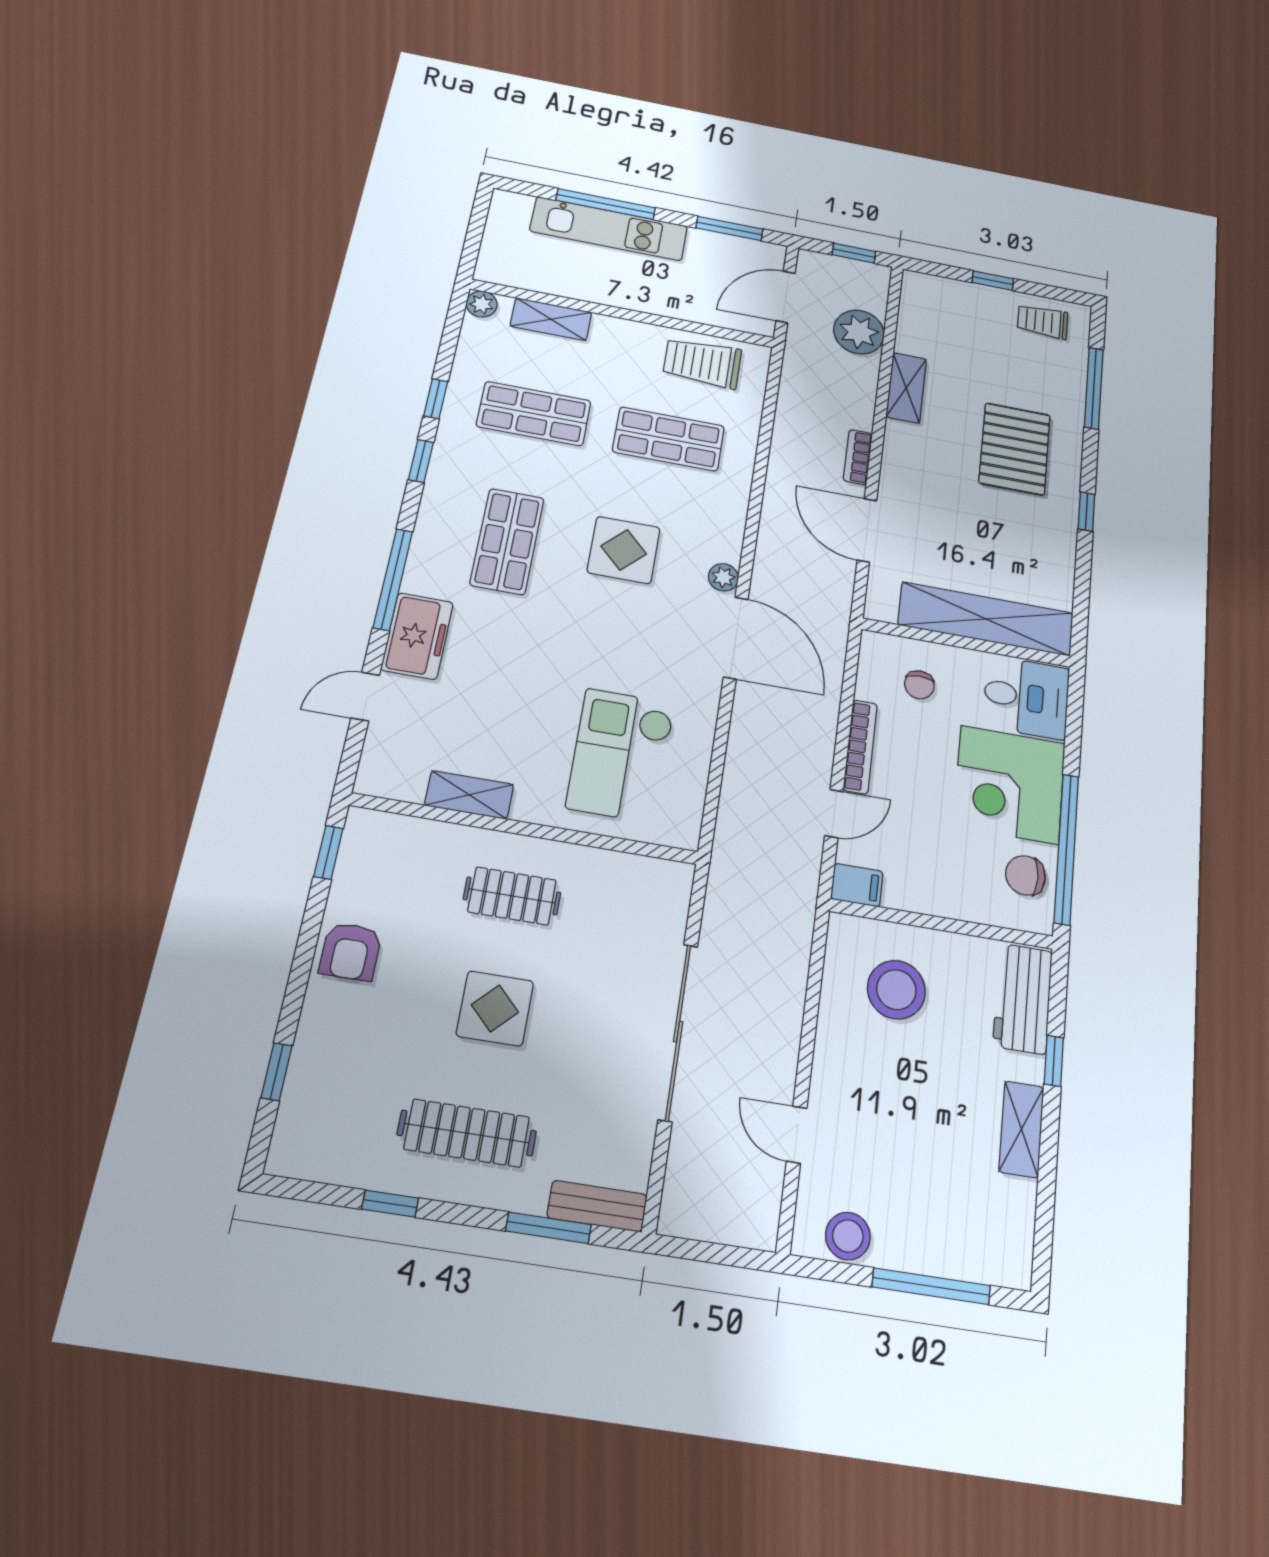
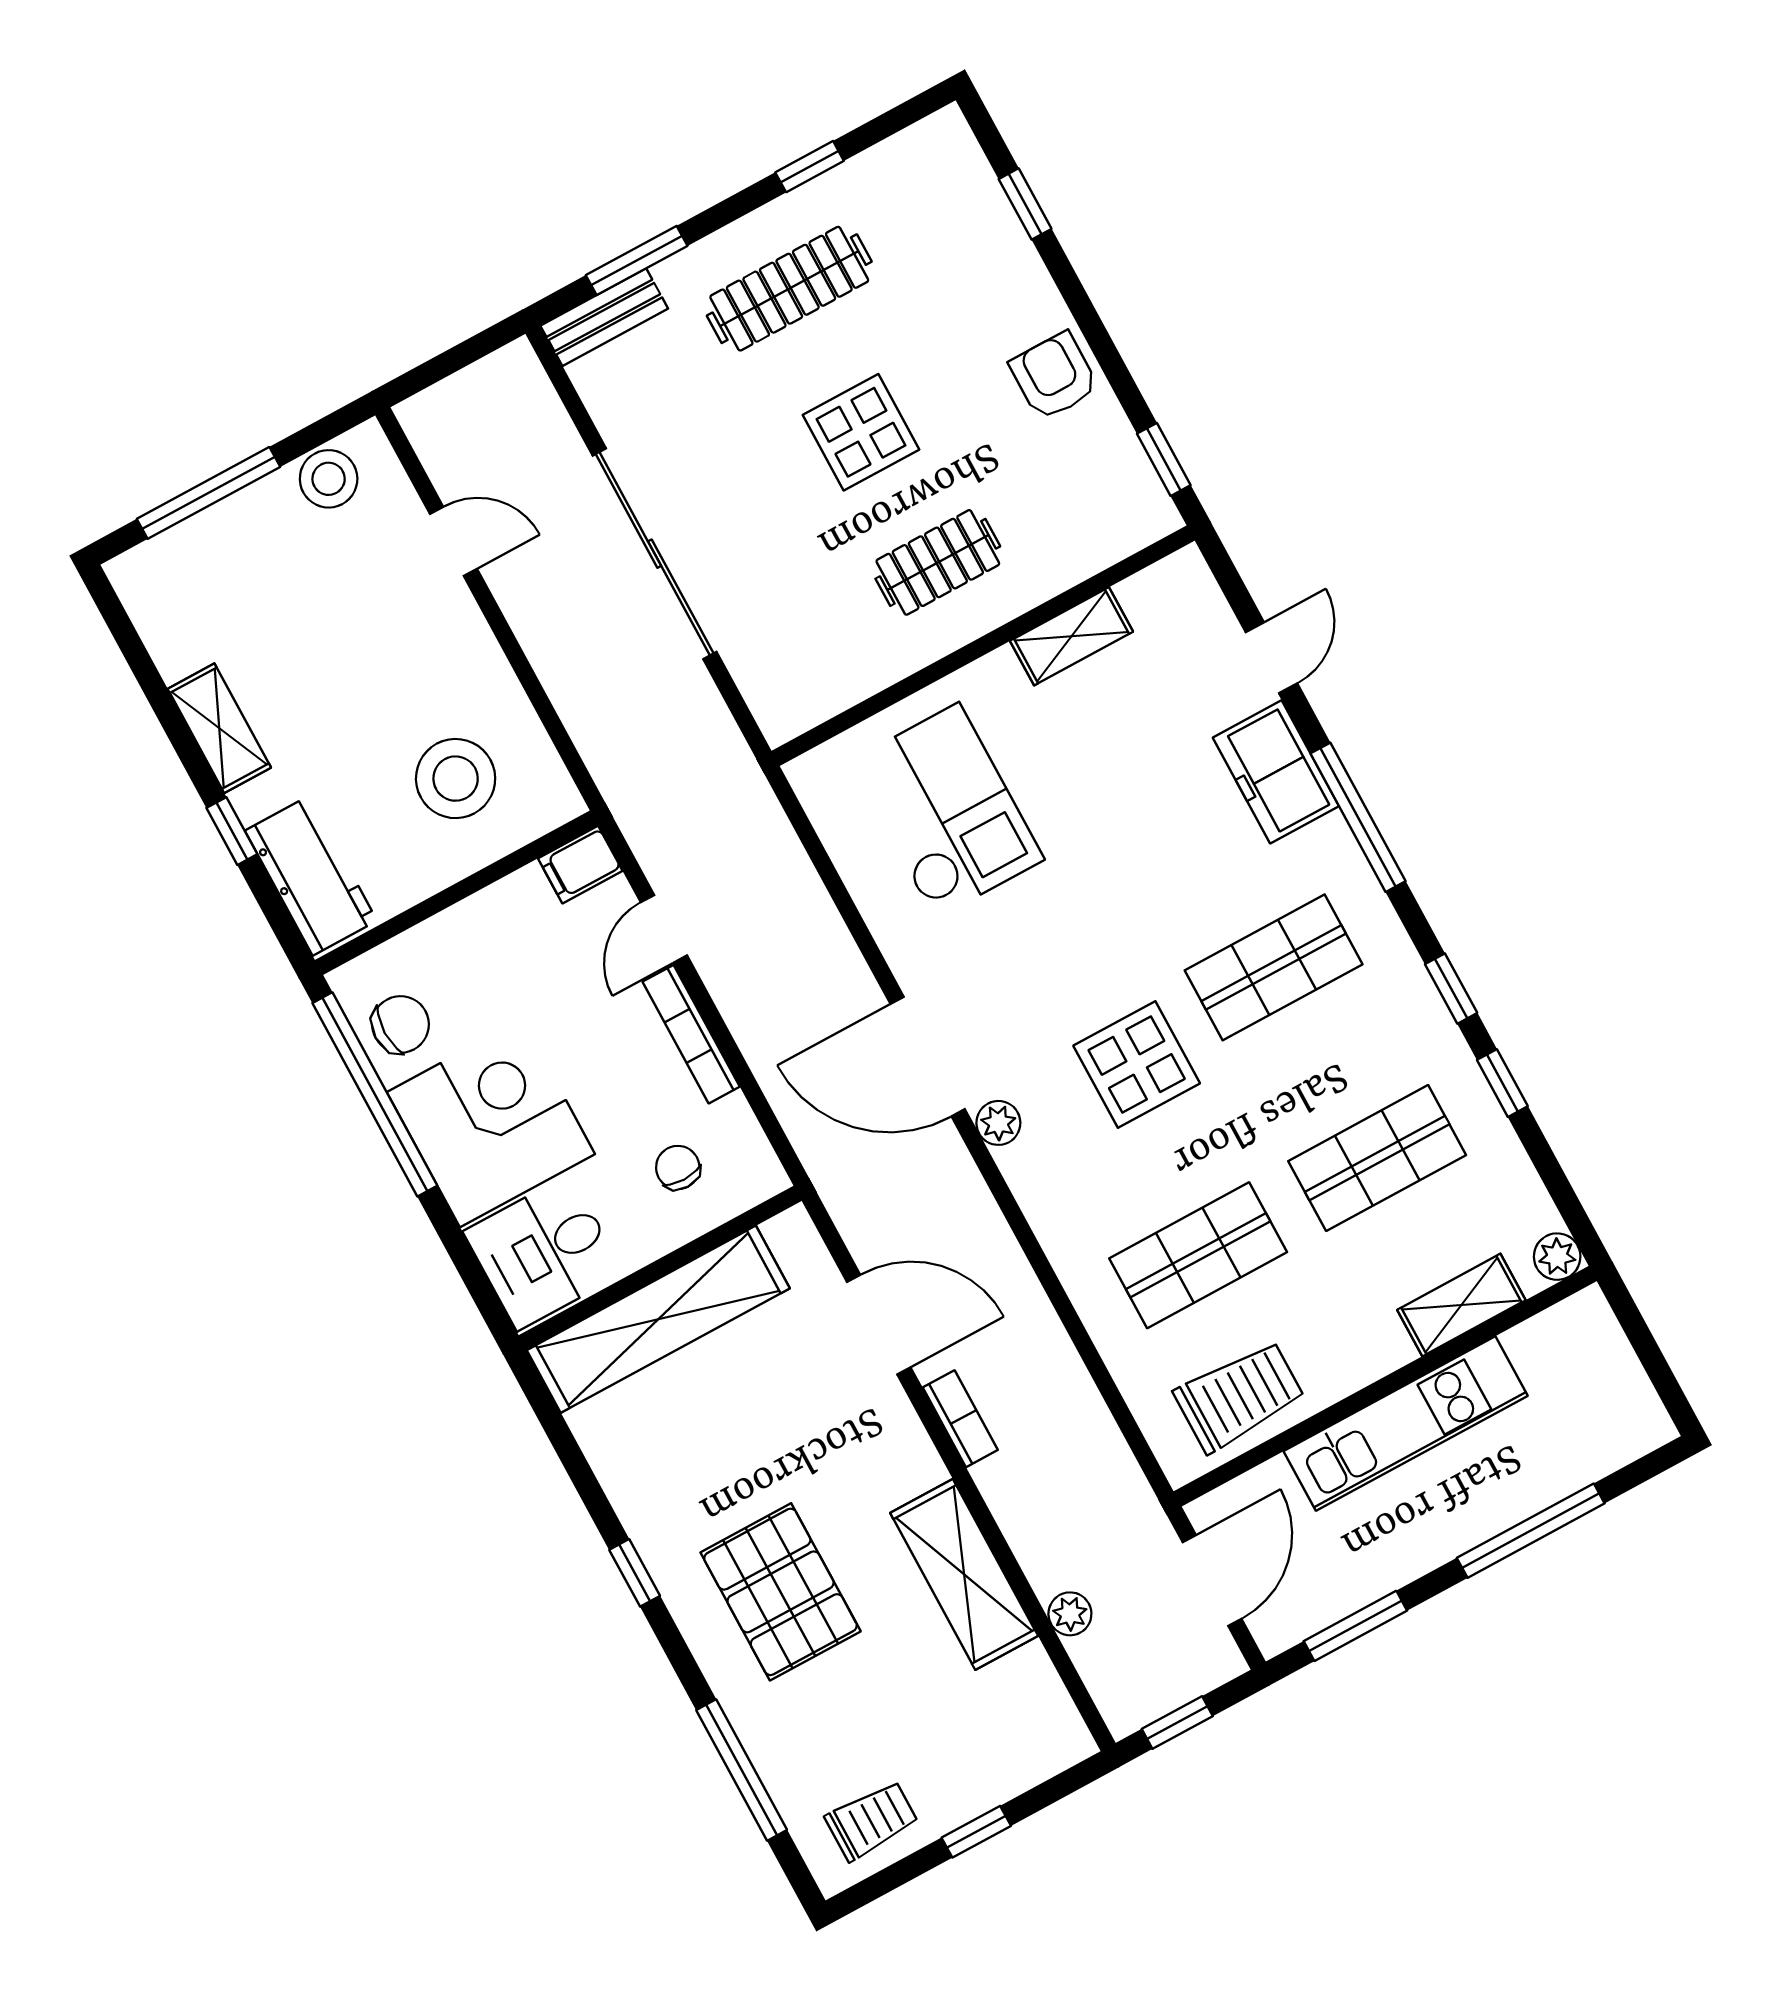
kitchen unit: (609, 229) -> (1406, 1423), moved, turned 180
plant: (859, 332) -> (1070, 1614), width x0.53, depth x0.53
shelving: (906, 388) -> (964, 1574), width x1.50, depth x1.33
shop shelf: (507, 541) -> (1274, 967), turned 90

